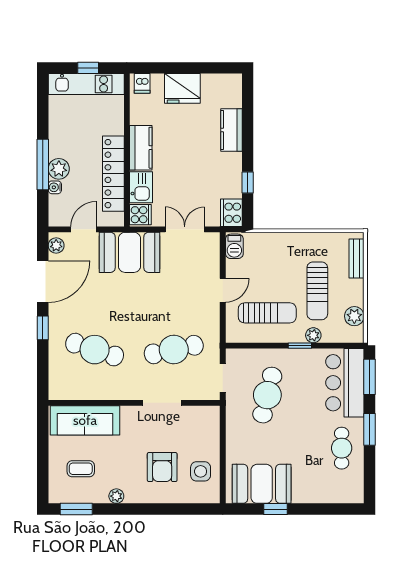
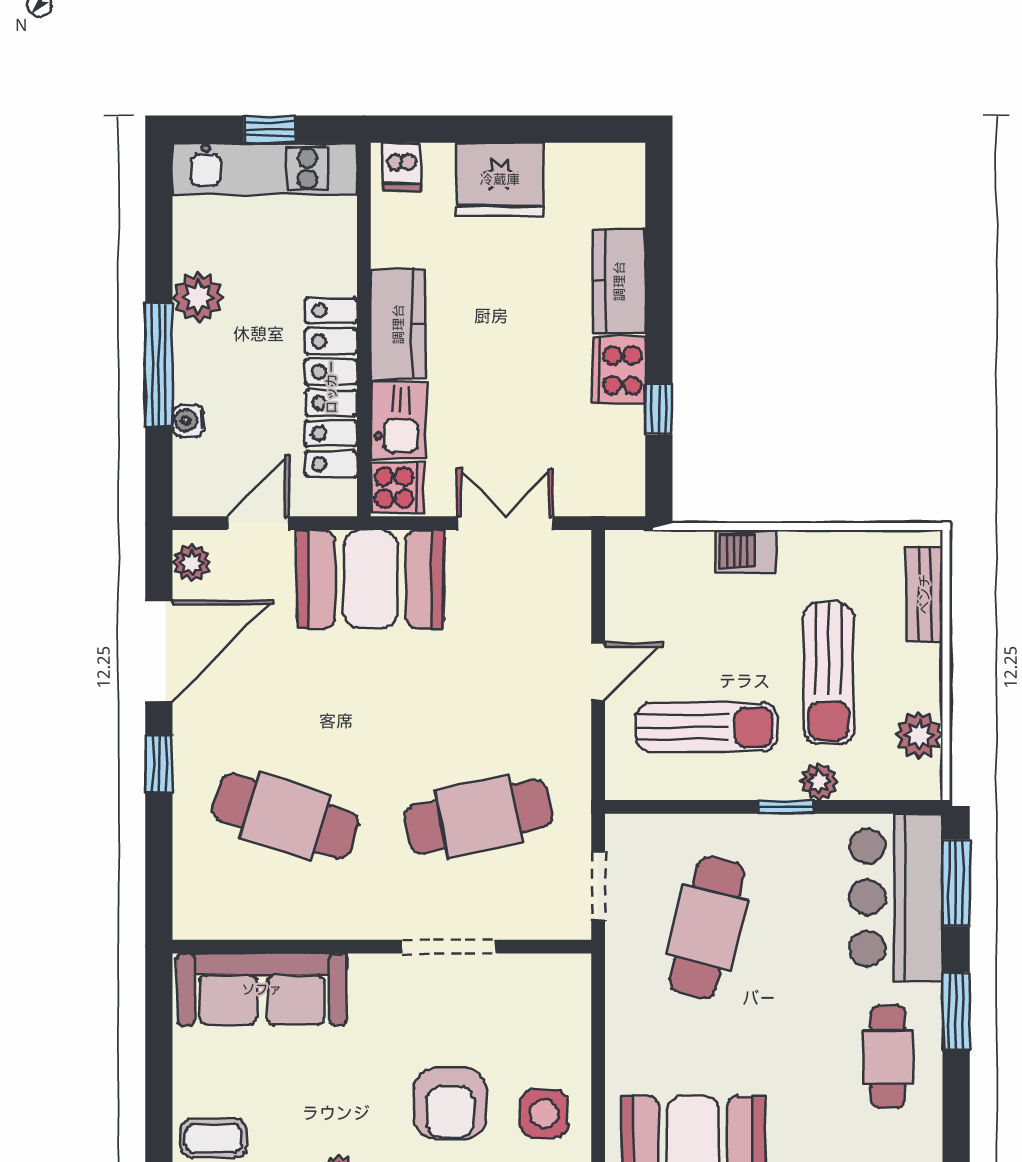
plant: (59, 169) -> (198, 297), moved
cooker: (231, 213) -> (619, 370), moved
barbecue: (234, 246) -> (746, 551), moved, turned 90
coffee table: (81, 469) -> (213, 1138), moved

